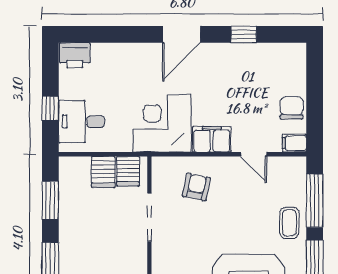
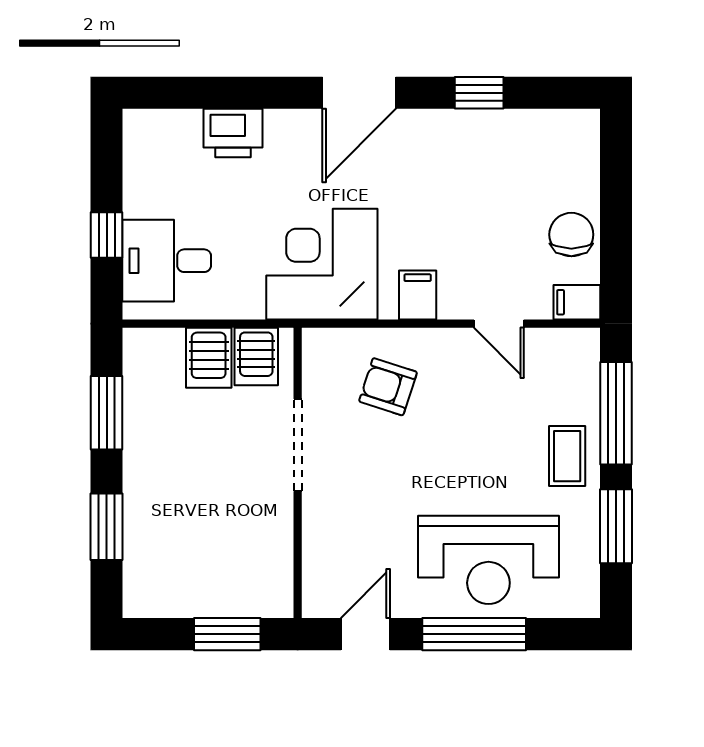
printer: (75, 55) -> (233, 133), moved
filing cabinet: (212, 139) -> (418, 295), width x0.50
armchair: (196, 187) -> (388, 387), turned -84

